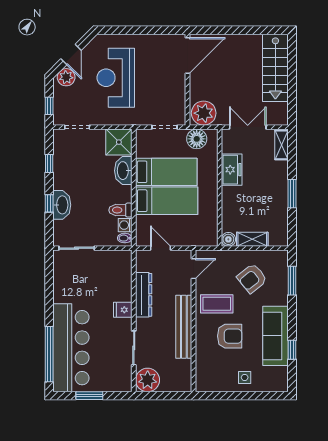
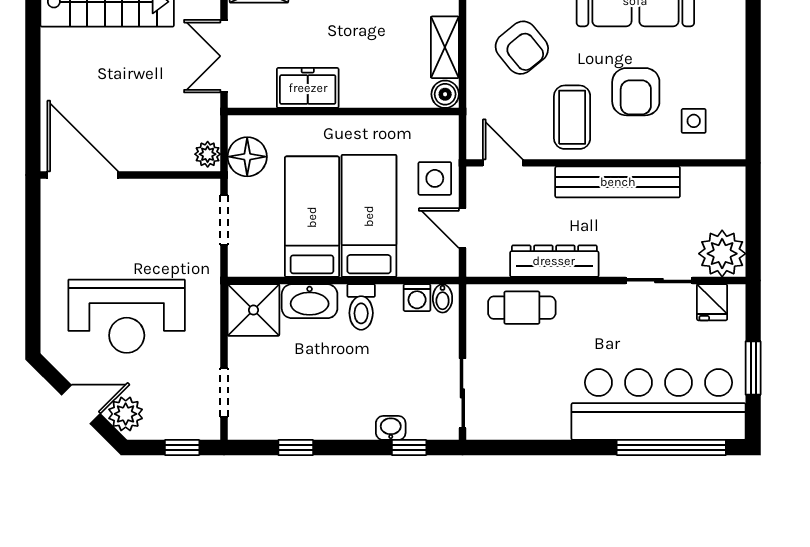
plant: (204, 113) -> (208, 154), width x0.53, depth x0.53
window: (49, 203) -> (409, 447), moved
washbasin: (62, 205) -> (391, 428), width x0.52, depth x0.69
toilet: (120, 210) -> (361, 307), moved
side table: (186, 234) -> (435, 178), added
door: (160, 248) -> (462, 228), hinge flipped
cafe table: (120, 278) -> (522, 308), added
fridge: (123, 310) -> (712, 302), moved
armchair: (230, 336) -> (636, 92), turned 180
side table: (245, 377) -> (694, 121), moved

